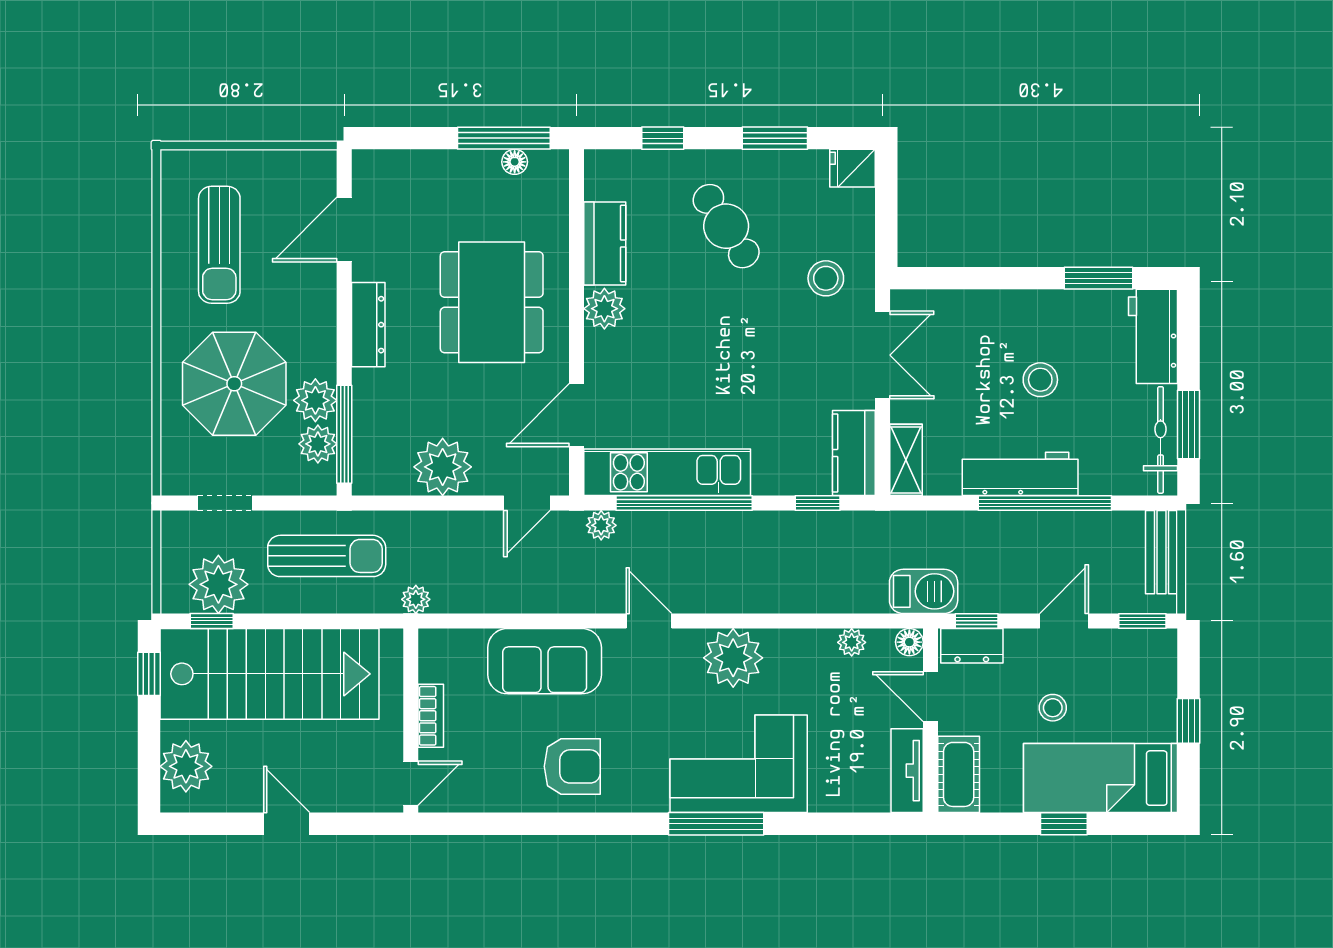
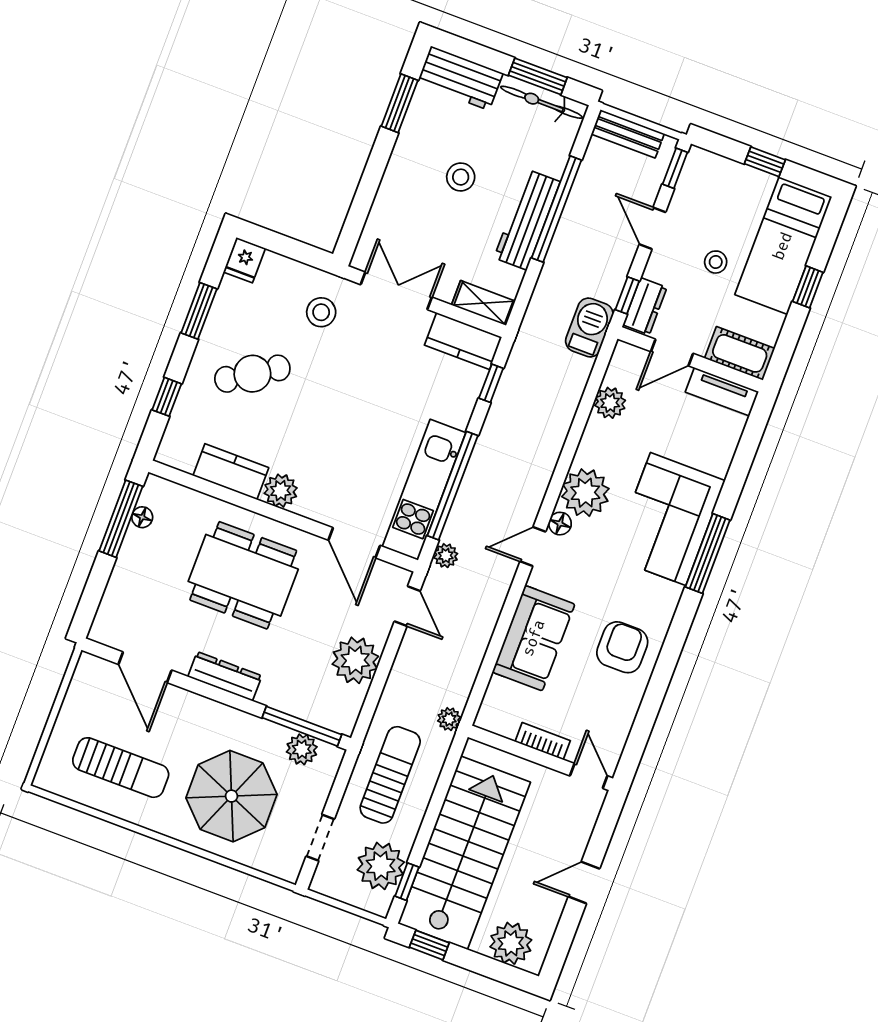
plant: (315, 400) -> (268, 739), removed
plant: (852, 642) -> (610, 403), width x1.38, depth x1.38
floor lamp: (909, 642) -> (560, 524), moved

